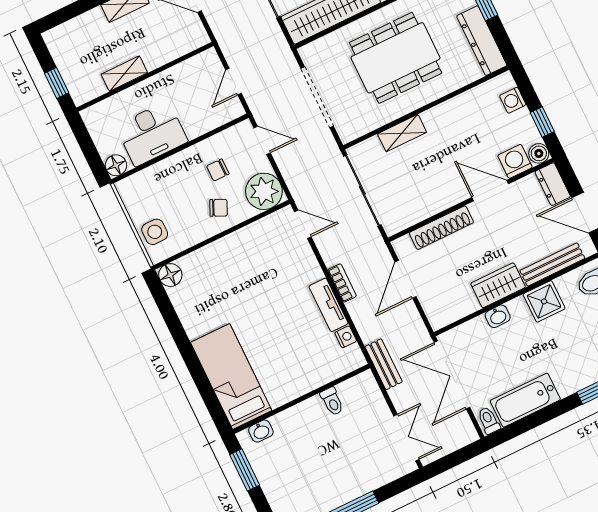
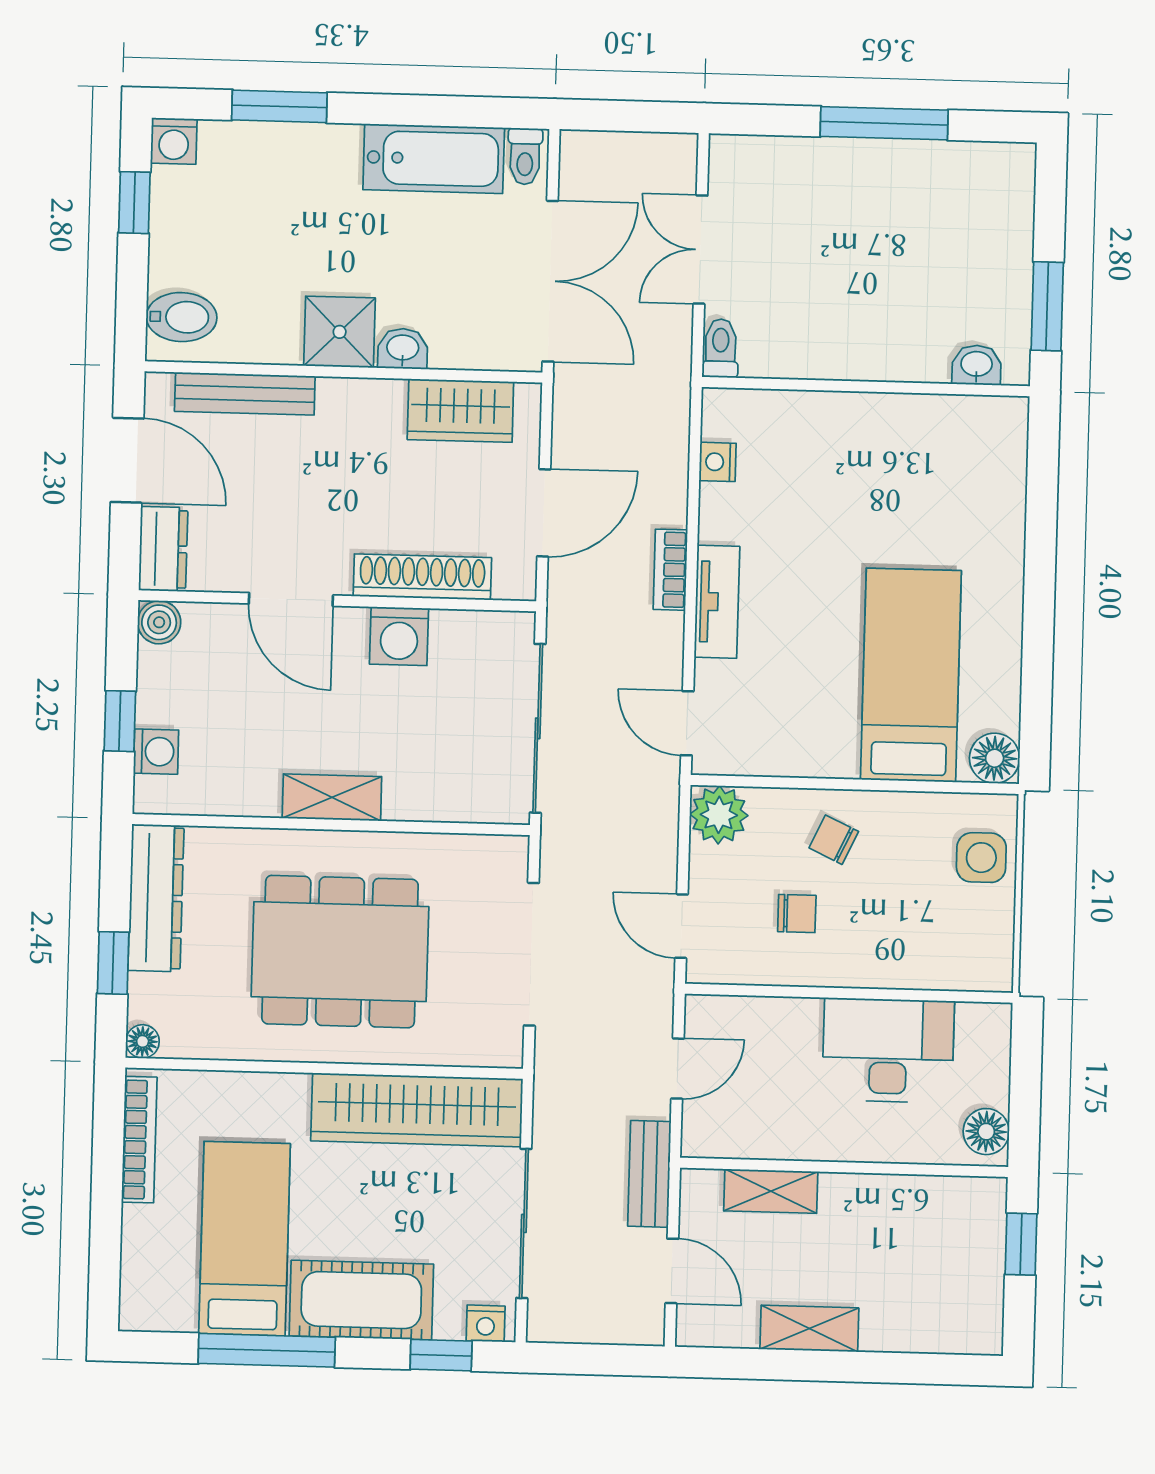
shelving: (124, 74) -> (771, 1191), moved
window: (542, 122) -> (120, 721), moved
shelving: (402, 133) -> (332, 797), moved
washing machine: (515, 161) -> (399, 636), moved
floor lamp: (116, 165) -> (986, 1132), moved
plant: (264, 191) -> (719, 815), width x0.73, depth x0.73
wardrobe: (498, 285) -> (460, 411), moved
shower: (544, 301) -> (340, 332), moved
tv unit: (329, 305) -> (717, 602), moved
bench: (384, 364) -> (649, 1174), moved
bed: (231, 377) -> (911, 675), moved, turned 180
toilet: (332, 401) -> (721, 348), moved
double door: (406, 438) -> (700, 250), moved

